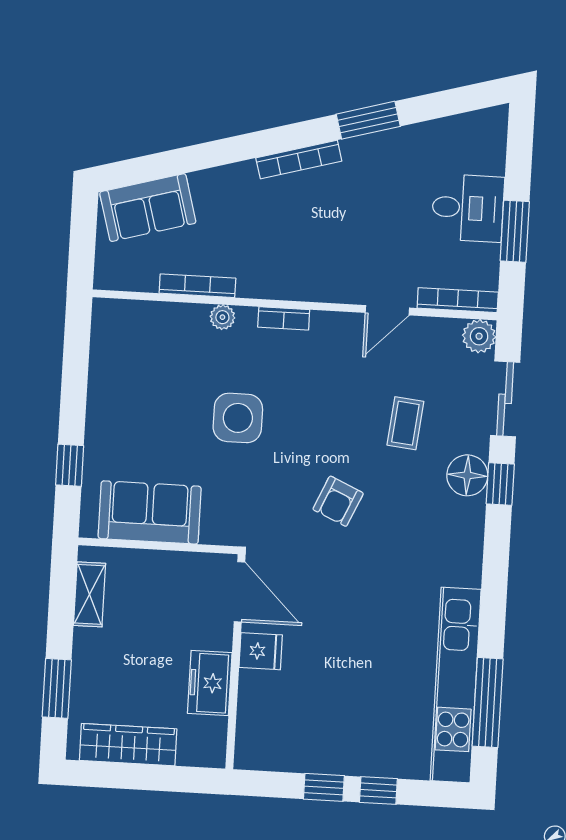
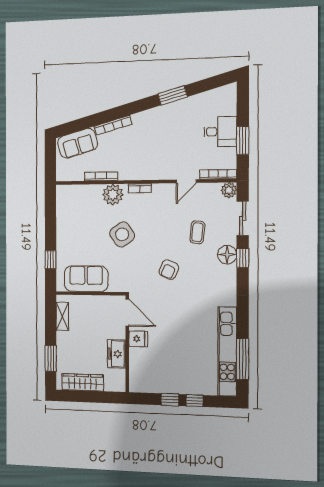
bookcase: (299, 159) -> (113, 125), moved
plant: (222, 317) -> (113, 195), width x1.88, depth x1.88
side table: (238, 418) -> (122, 234), turned -35

